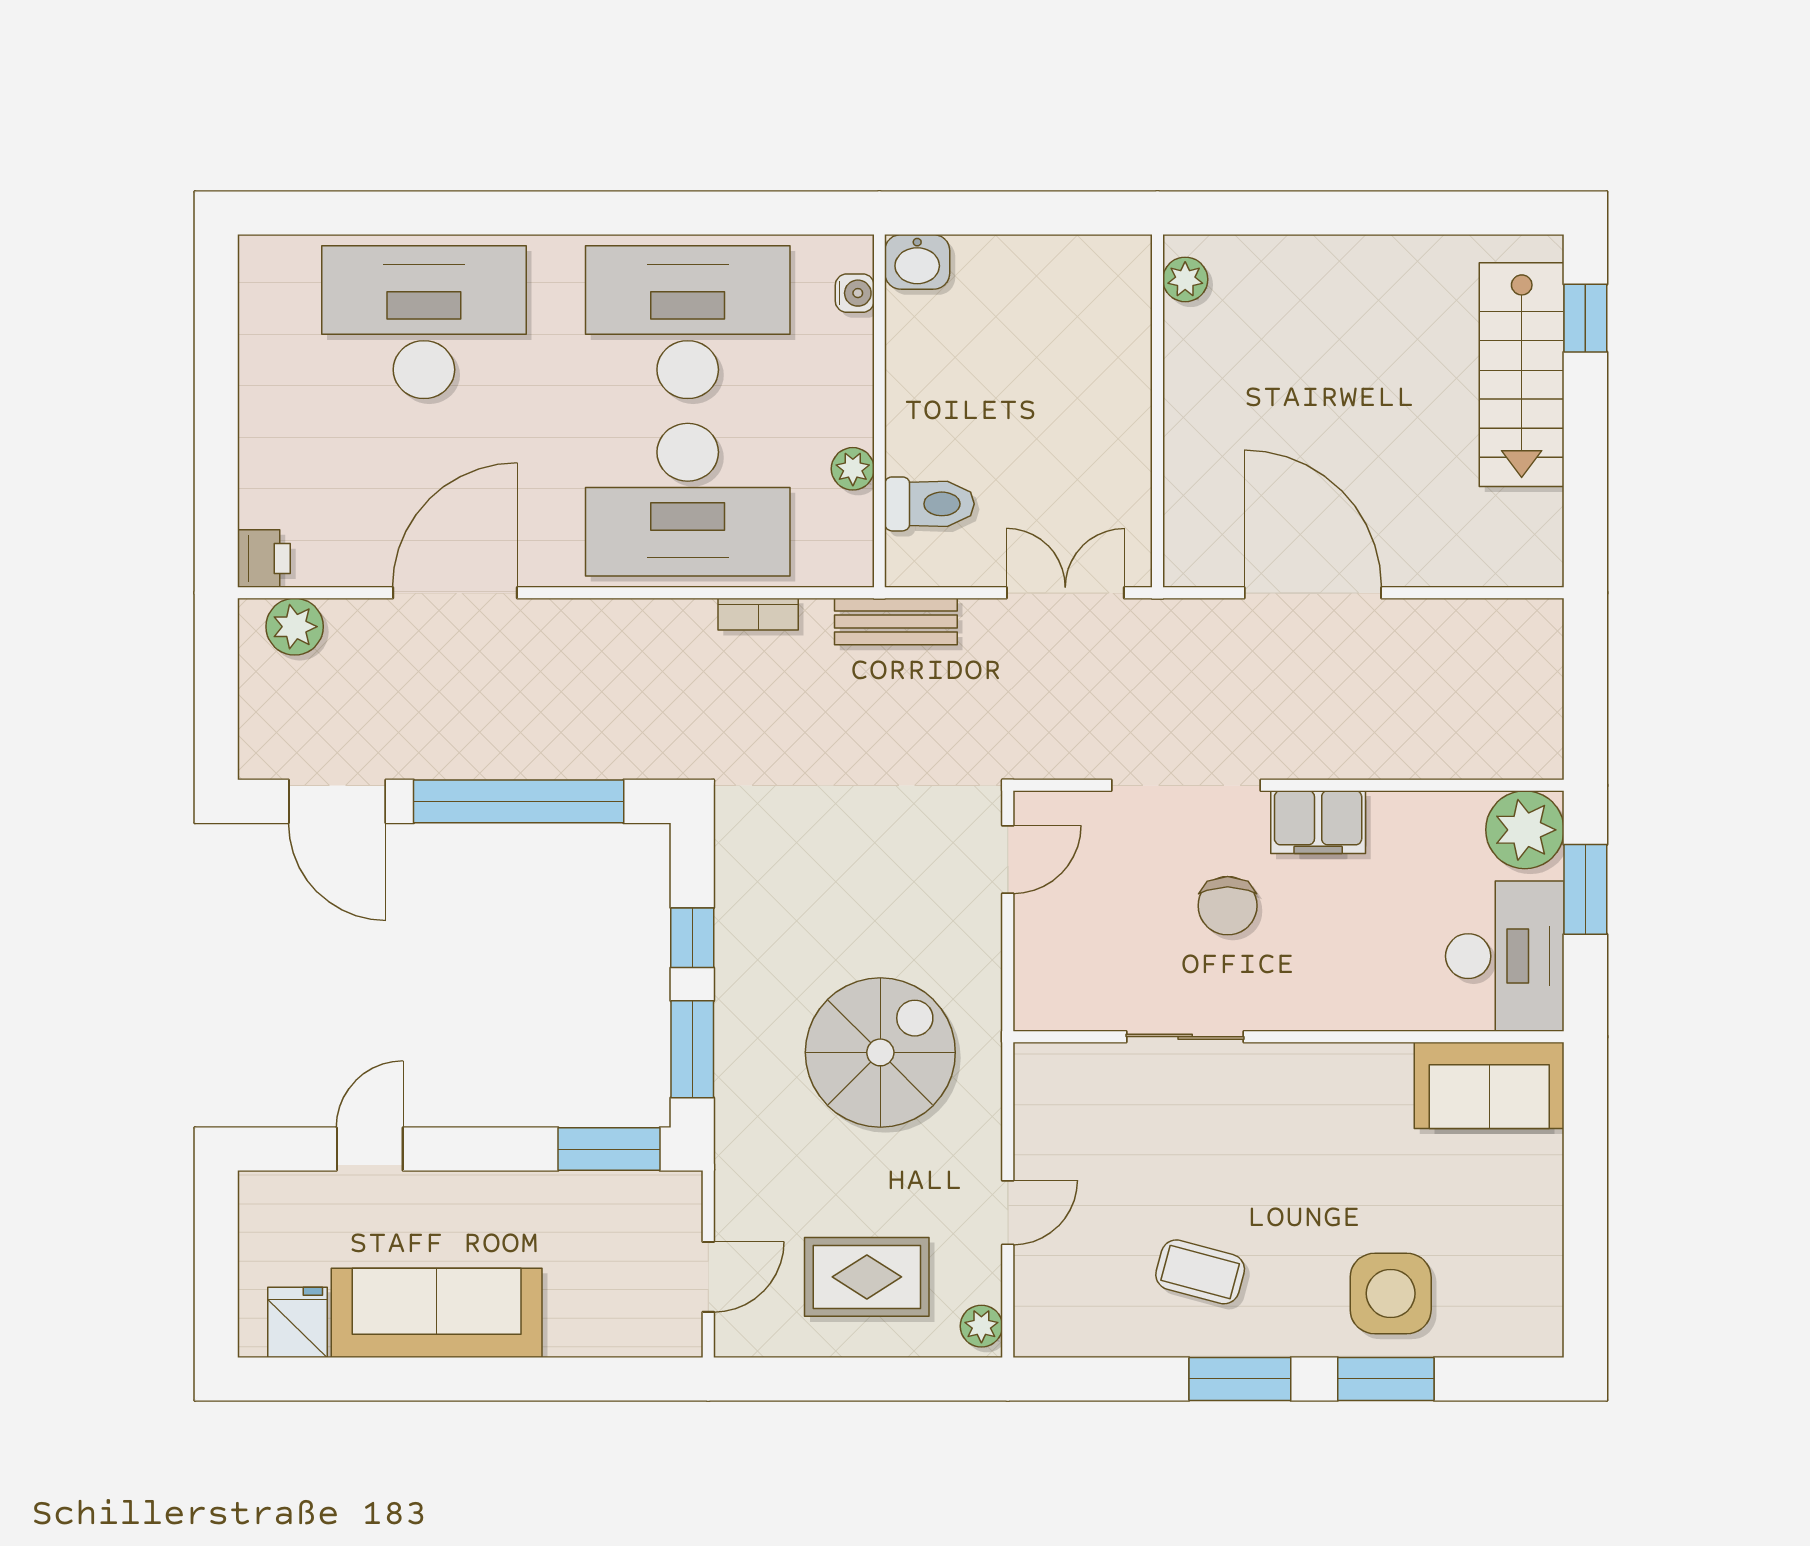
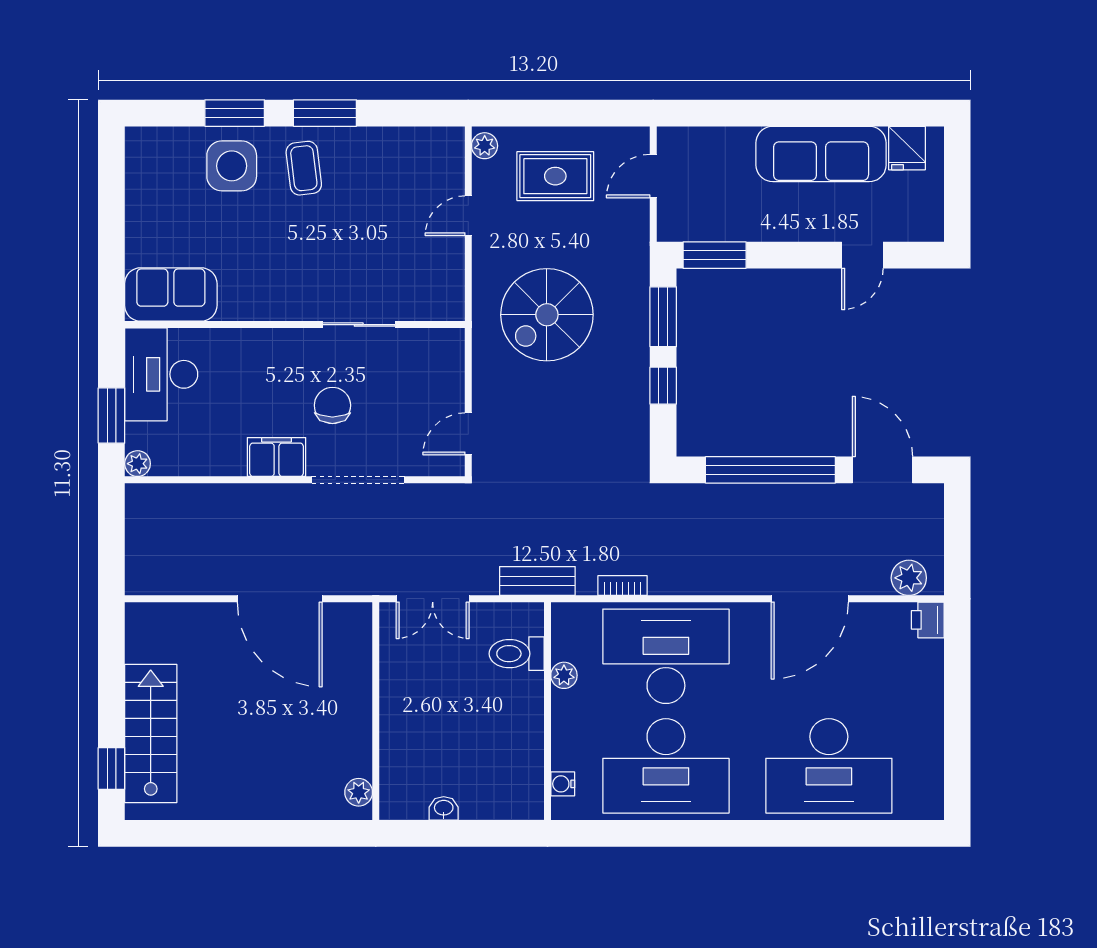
washbasin: (917, 262) -> (444, 808), moved, width x0.72, depth x0.69
plant: (1525, 830) -> (138, 464), width x0.53, depth x0.53
coffee table: (1200, 1272) -> (304, 168), moved, turned 68

